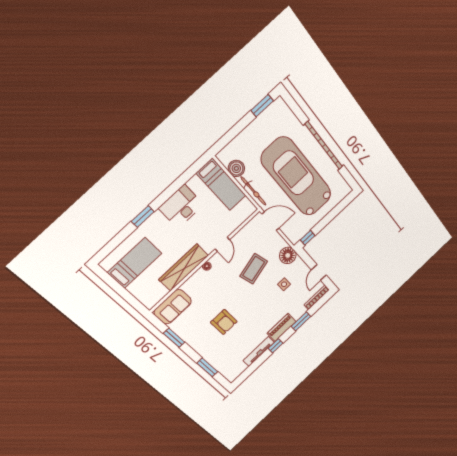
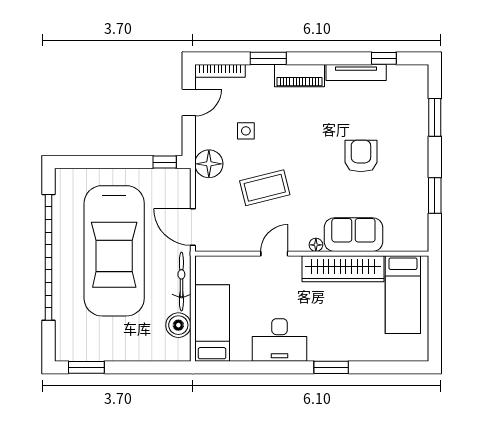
garage door: (324, 146) -> (48, 257), width x1.36
bed: (135, 263) -> (403, 295), moved, turned -90
sofa: (173, 307) -> (353, 235), moved
window: (275, 346) -> (384, 58), moved

